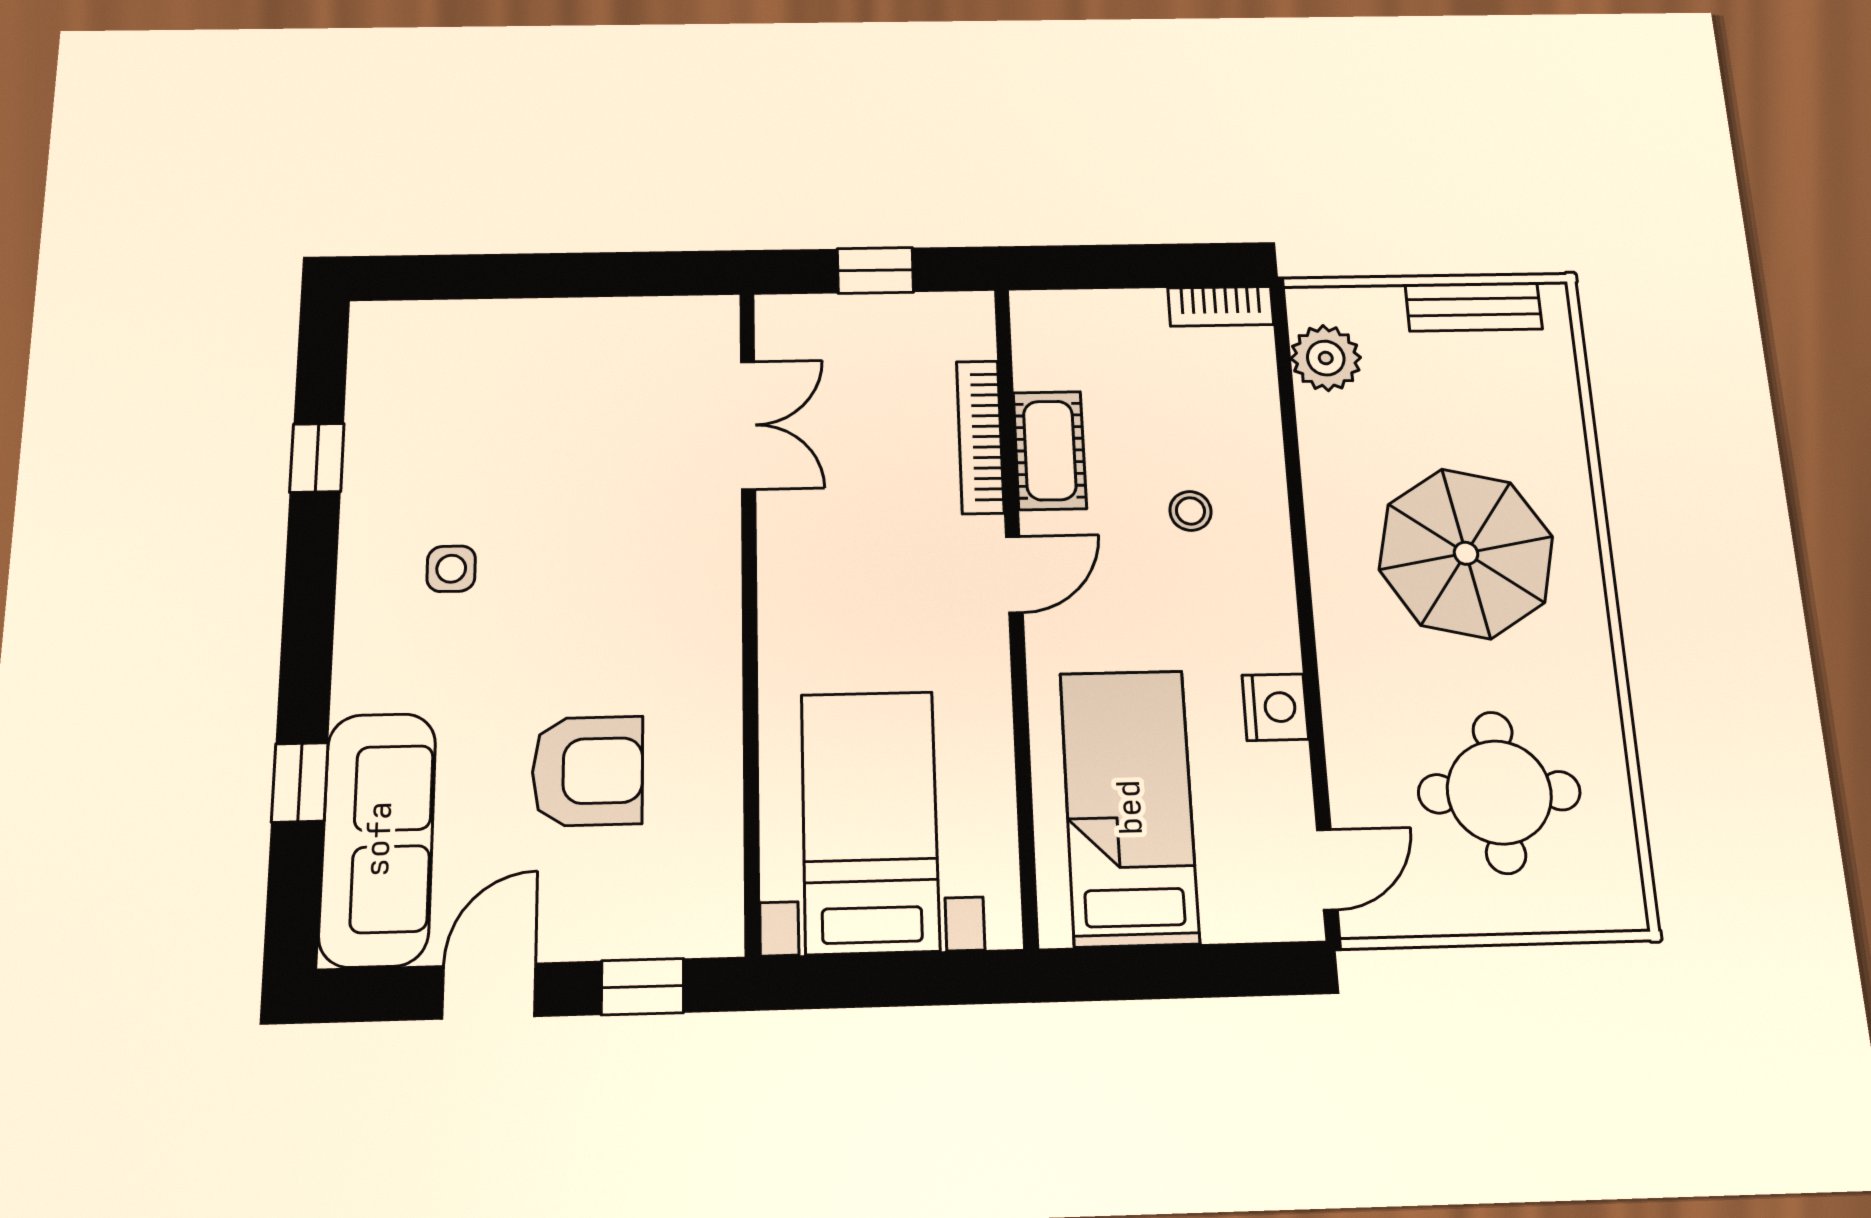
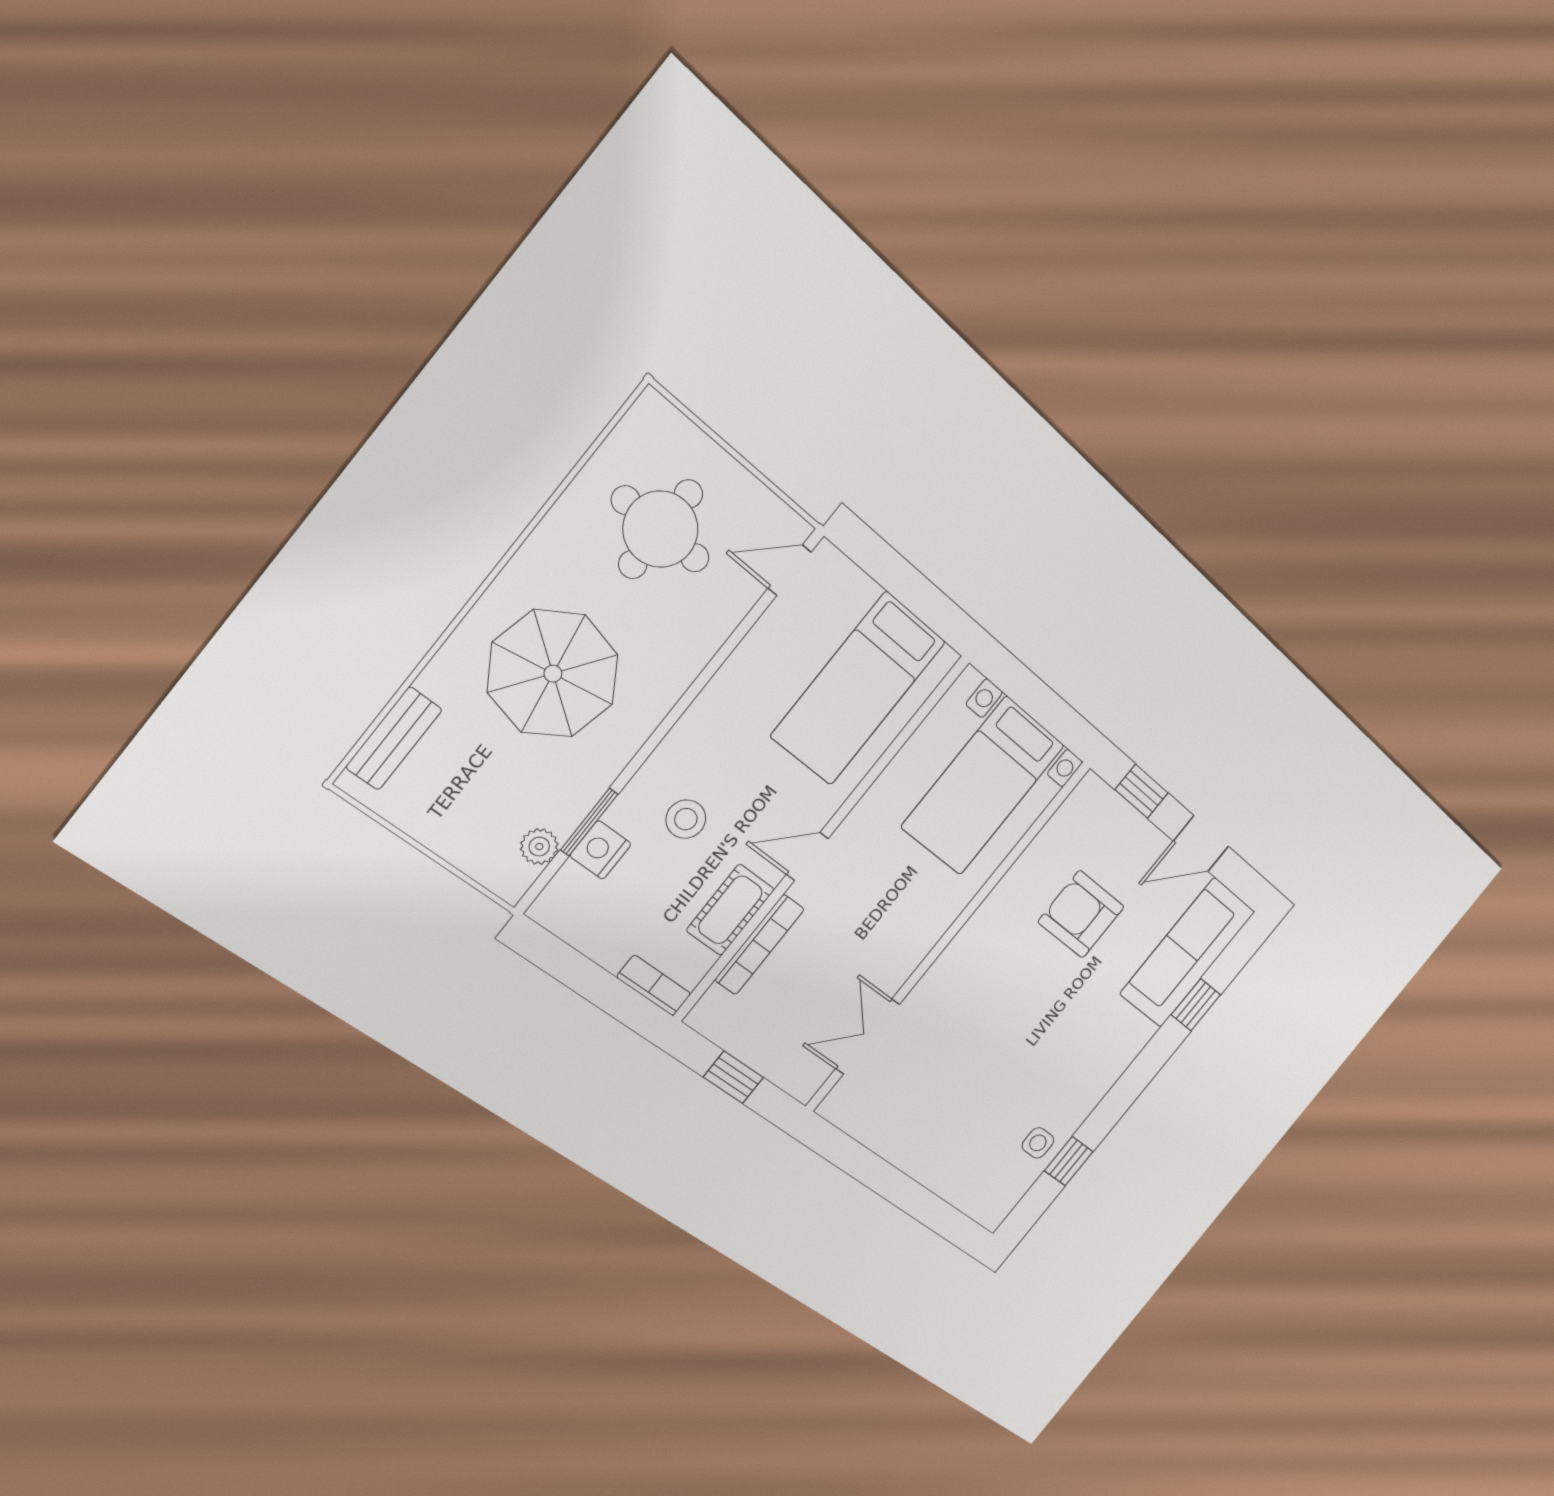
bookcase: (1221, 306) -> (654, 985), moved
bench: (1474, 307) -> (394, 738), moved, turned 90
plant: (1326, 358) -> (539, 847), width x0.73, depth x0.73
window: (1290, 430) -> (589, 822), added
stool: (1190, 511) -> (686, 819), width x1.37, depth x1.37
side table: (451, 569) -> (1038, 1143), moved
nightstand: (1275, 707) -> (600, 850), moved

